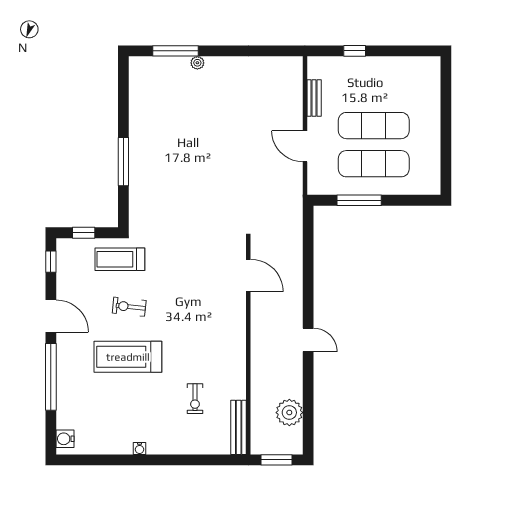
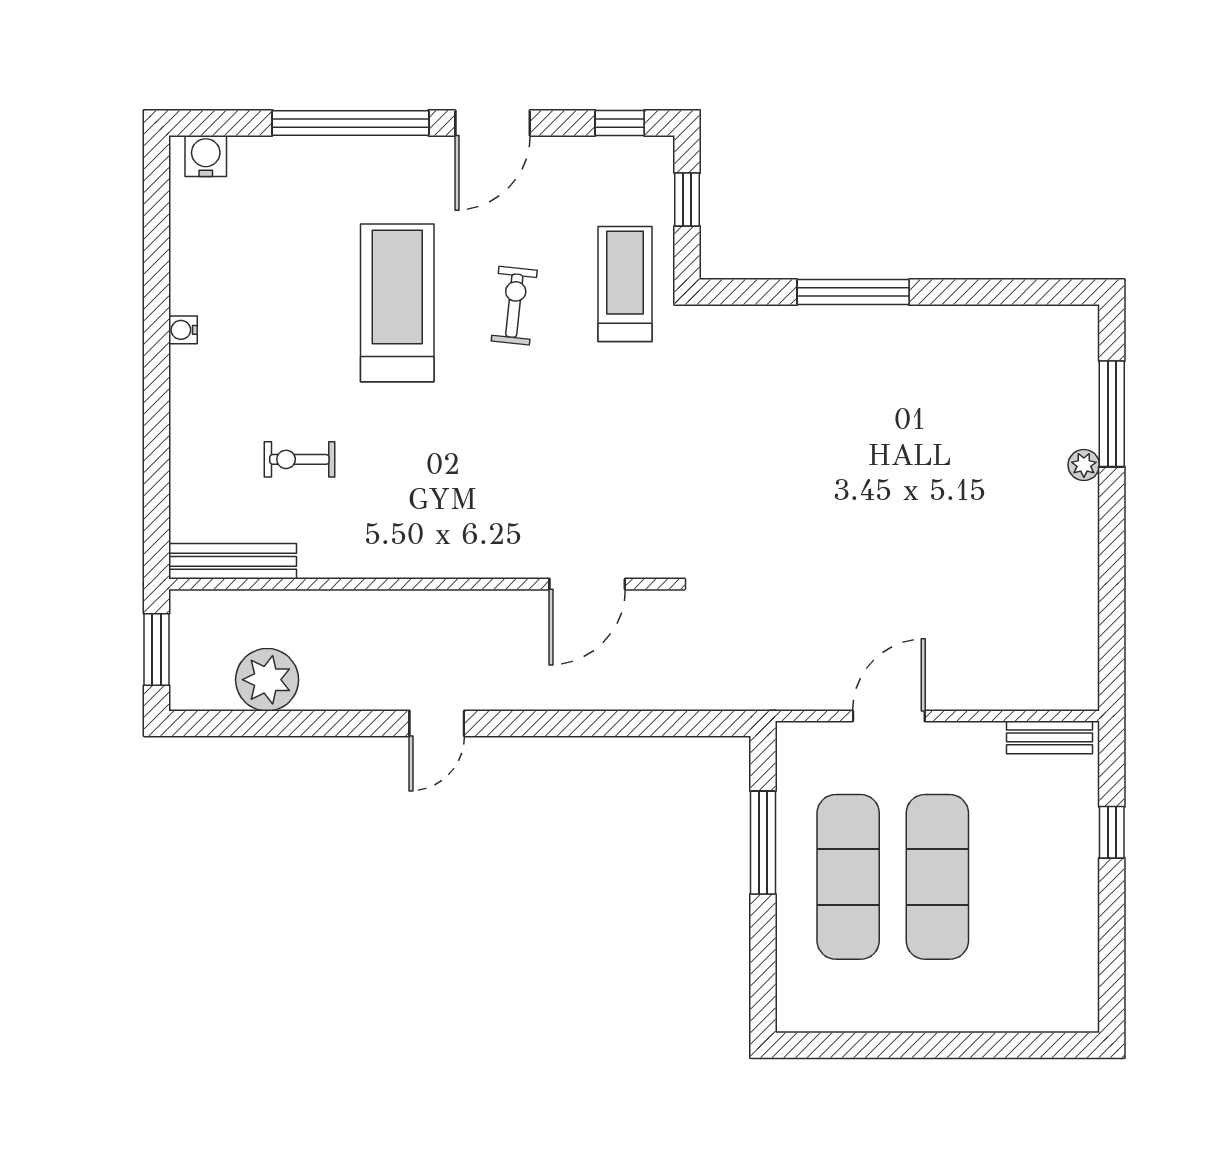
bench: (314, 98) -> (1050, 737), moved

